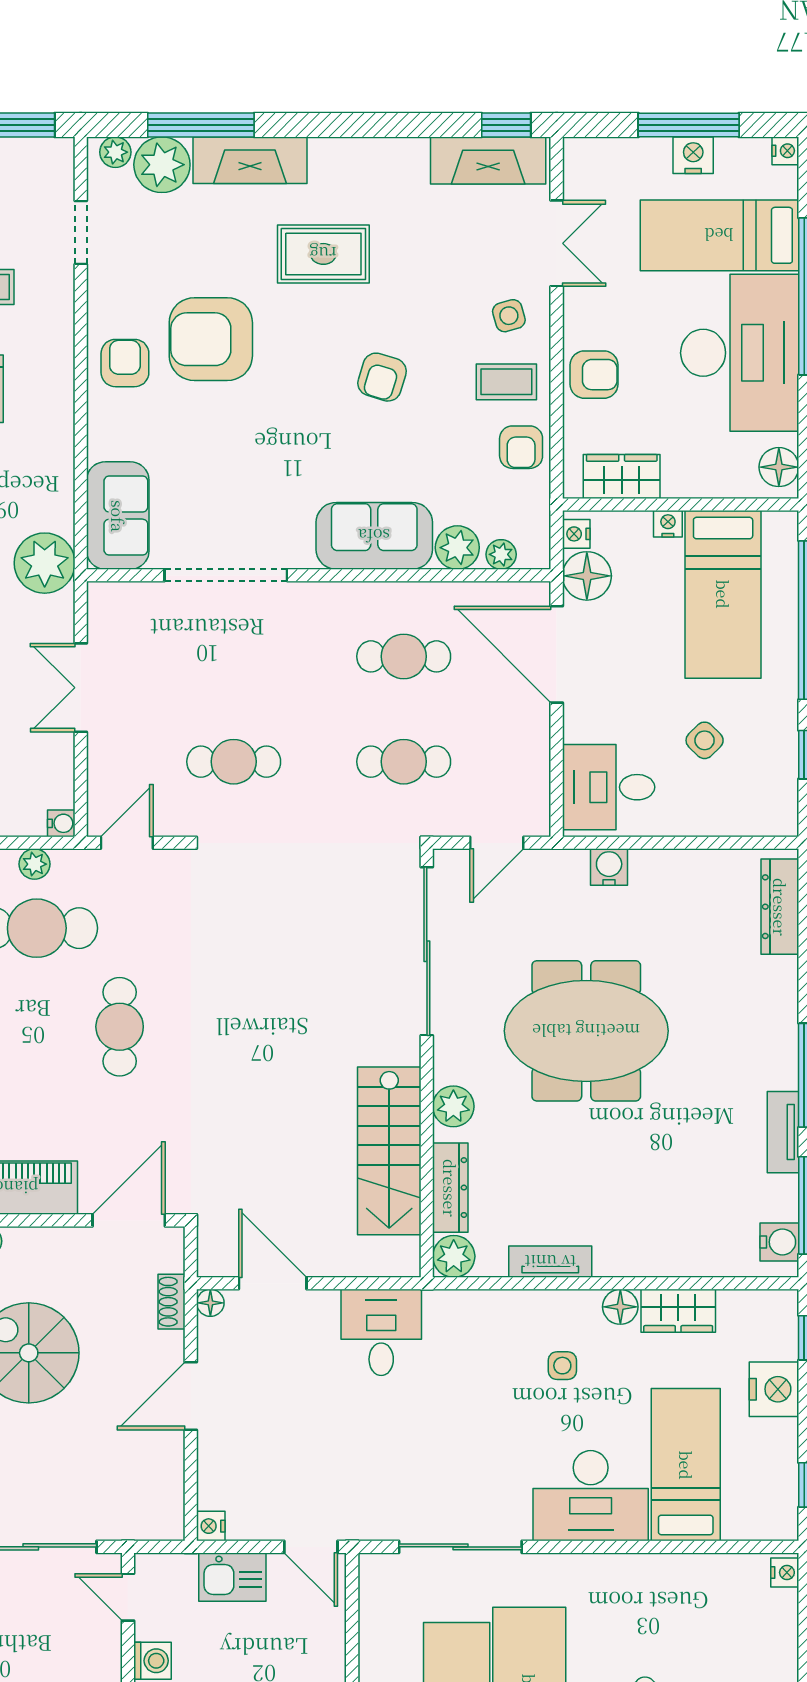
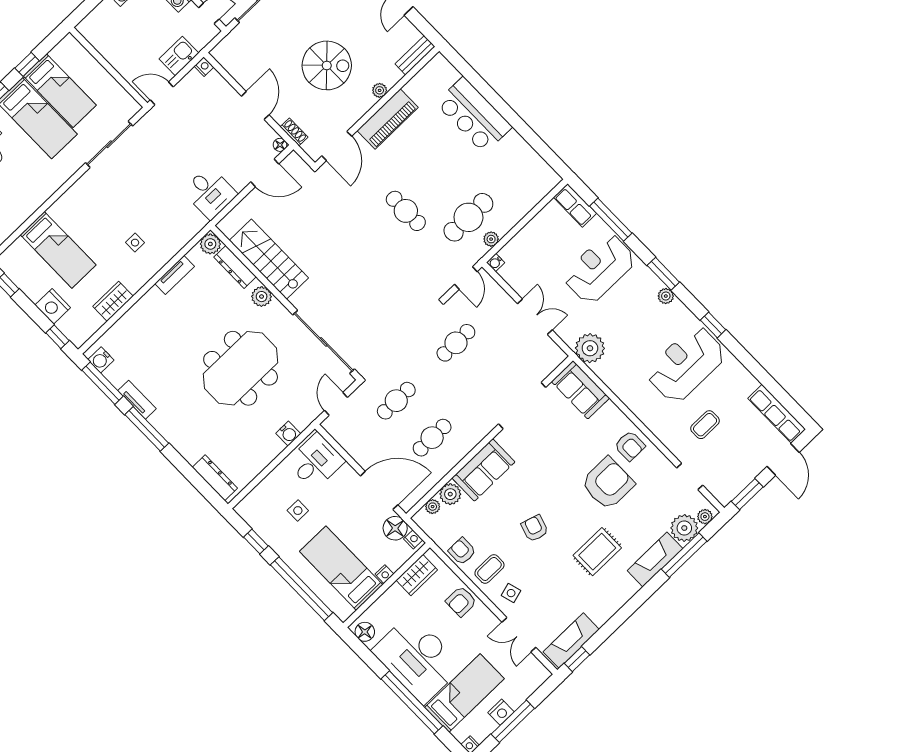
side table: (705, 740) -> (298, 511), turned 45
floor lamp: (620, 1307) -> (135, 283), removed
desk: (591, 1496) -> (81, 207), removed

